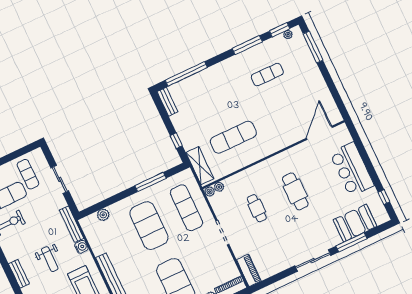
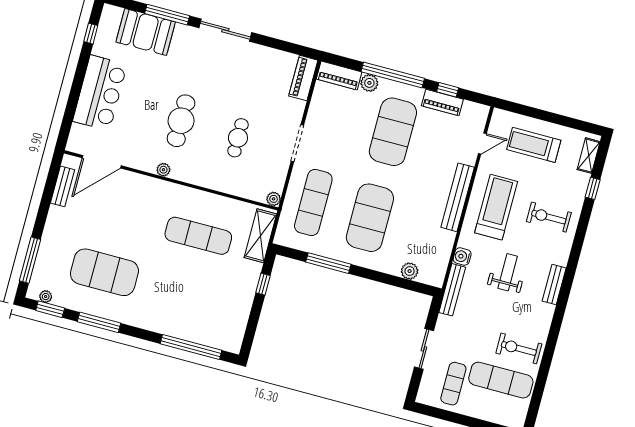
exercise mat: (267, 75) -> (104, 272), width x2.00, depth x1.45
bench: (167, 102) -> (63, 186), moved
plant: (219, 187) -> (163, 170), moved

